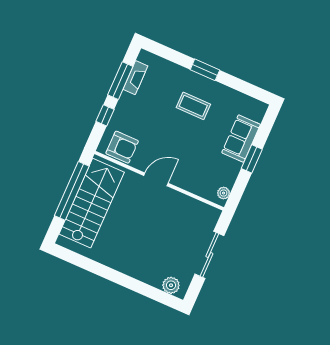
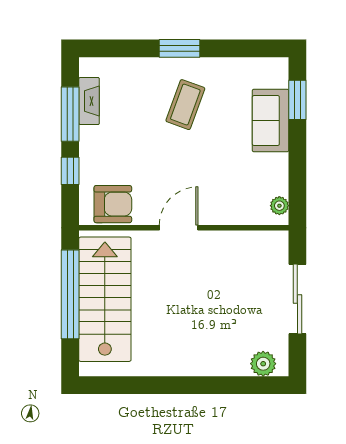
coffee table: (193, 106) -> (185, 105), turned -70
window: (252, 159) -> (297, 100), moved

